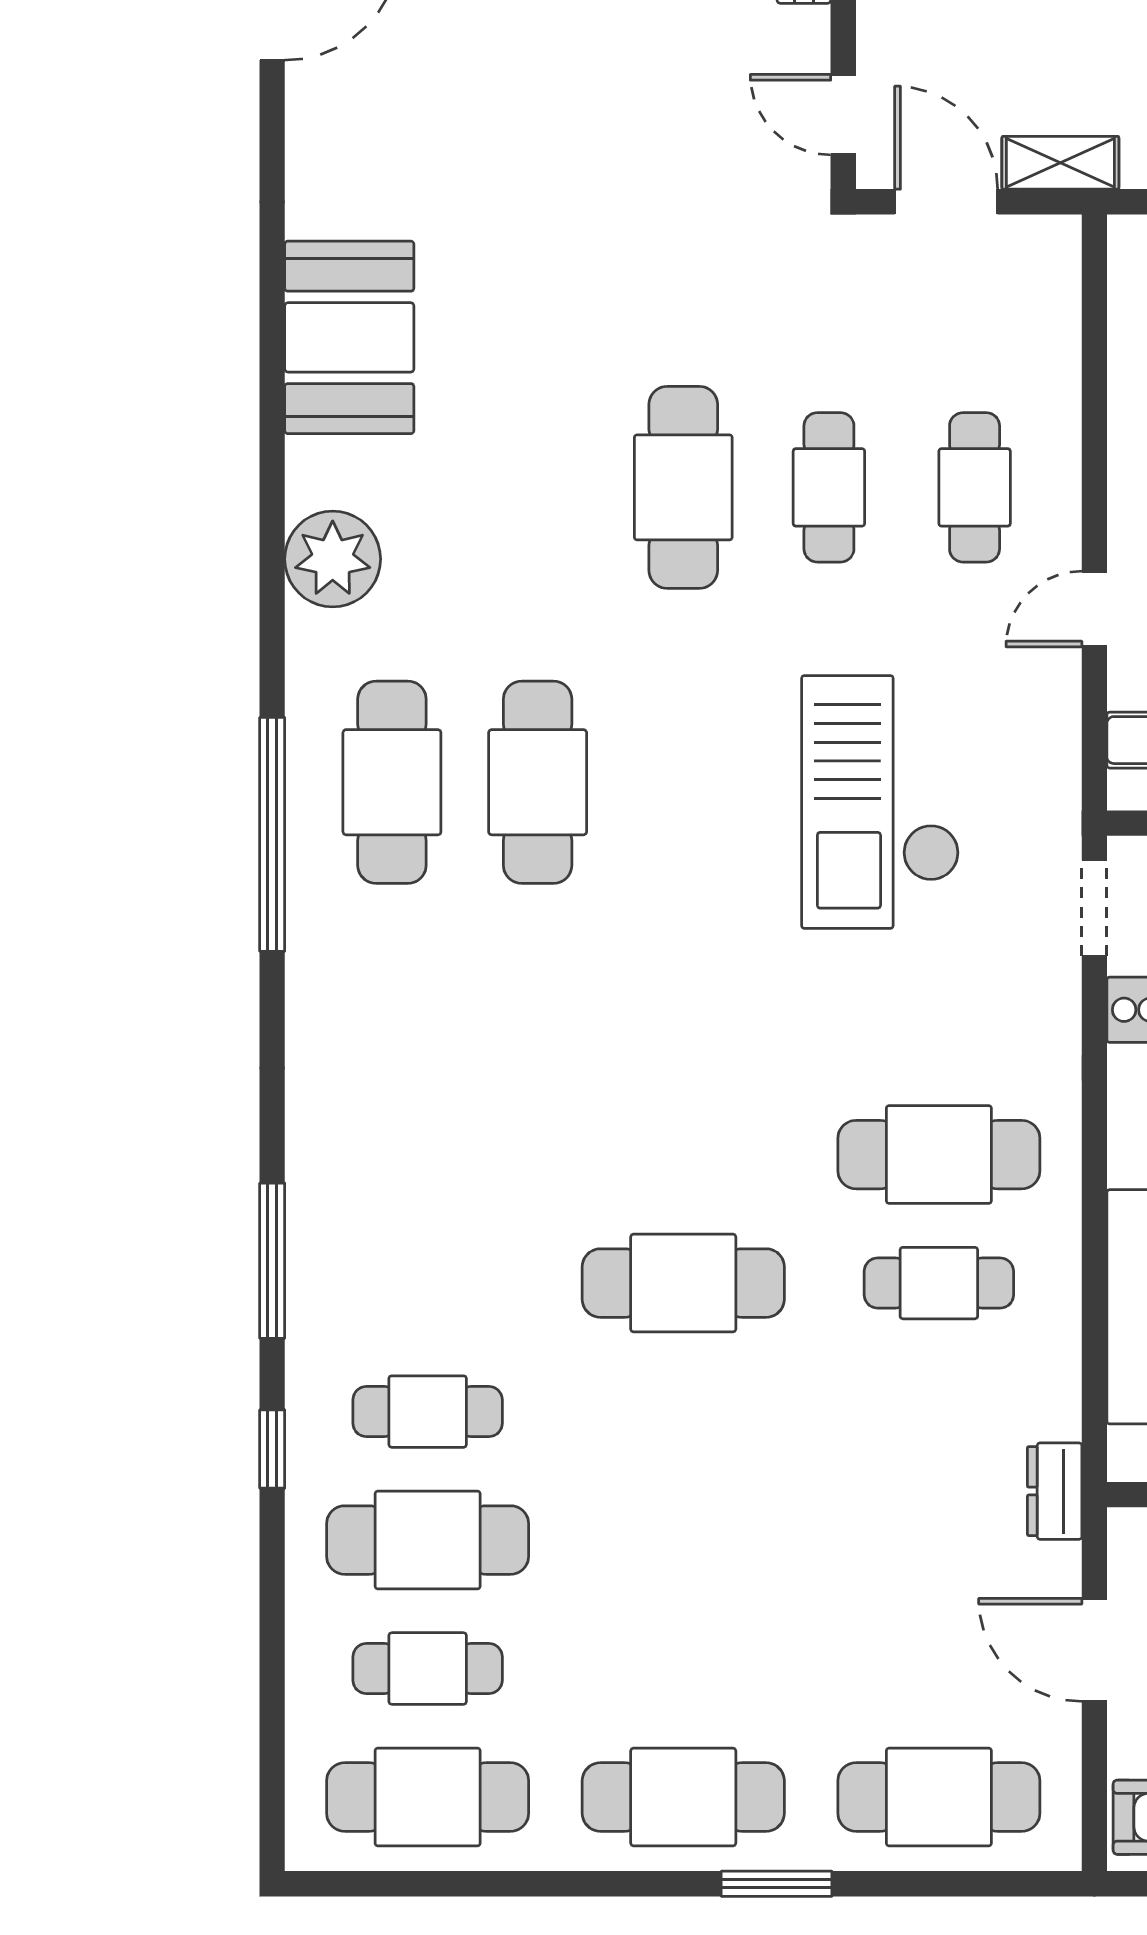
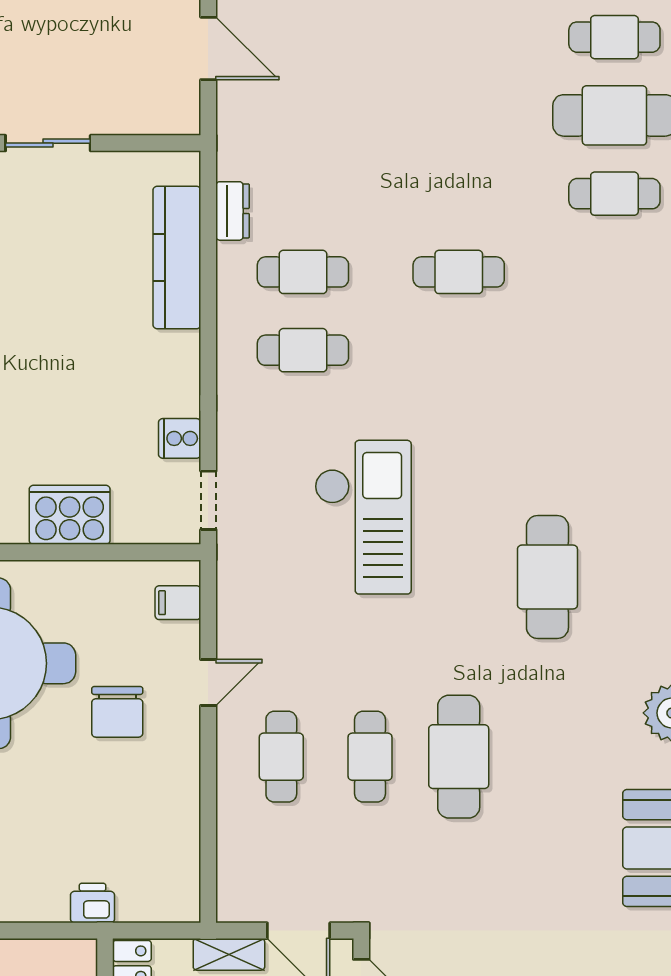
cafe table: (392, 782) -> (636, 577), removed
checkout: (881, 802) -> (363, 517), moved
cafe table: (939, 1155) -> (303, 350), width x0.73, depth x0.74
cafe table: (683, 1283) -> (459, 272), width x0.73, depth x0.74
dresser: (1055, 1491) -> (233, 211), moved

